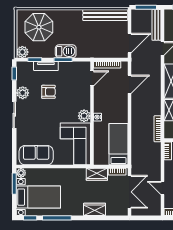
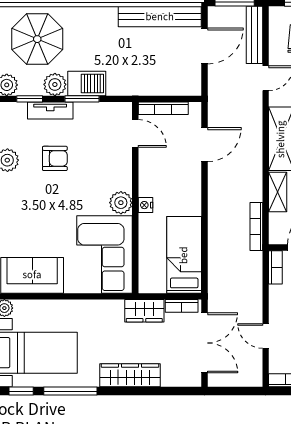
door: (129, 43) -> (204, 46), moved
plant: (48, 52) -> (55, 84), added
door: (92, 78) -> (135, 133), hinge flipped
wardrobe: (95, 209) -> (130, 375), width x1.50

